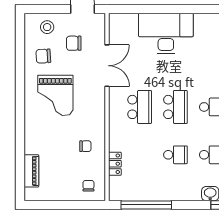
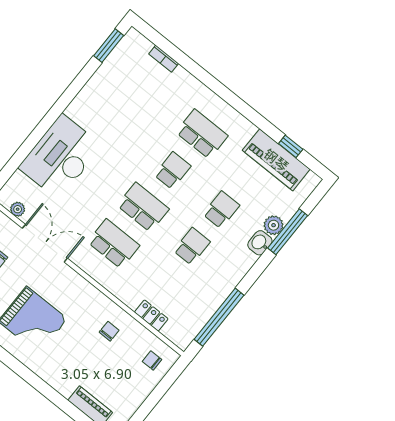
plant: (114, 33) -> (18, 209), added

